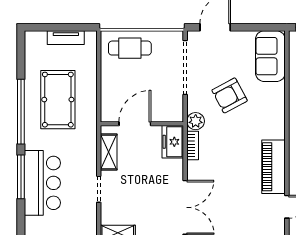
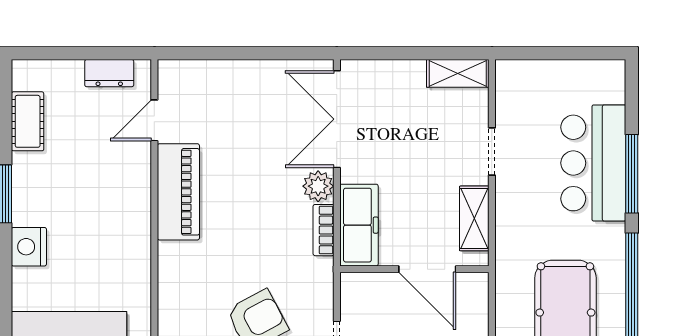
plant: (196, 121) -> (318, 186), moved
door: (135, 124) -> (427, 269), hinge flipped
freezer: (173, 142) -> (359, 225), width x1.40

